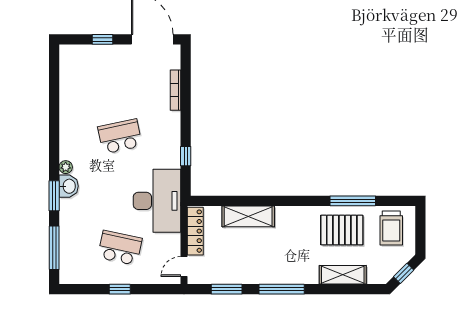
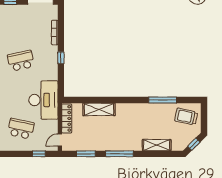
window: (186, 156) -> (61, 58), moved
trolley: (391, 228) -> (186, 117), turned 102
pallet: (342, 230) -> (156, 118), removed
window: (120, 289) -> (39, 154), moved

